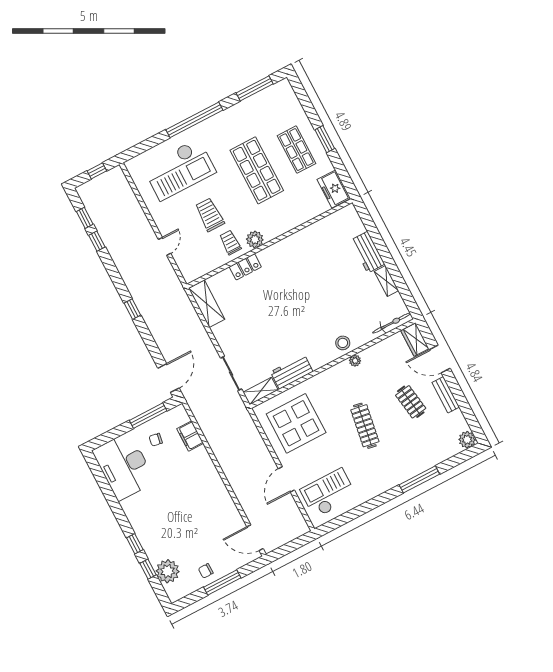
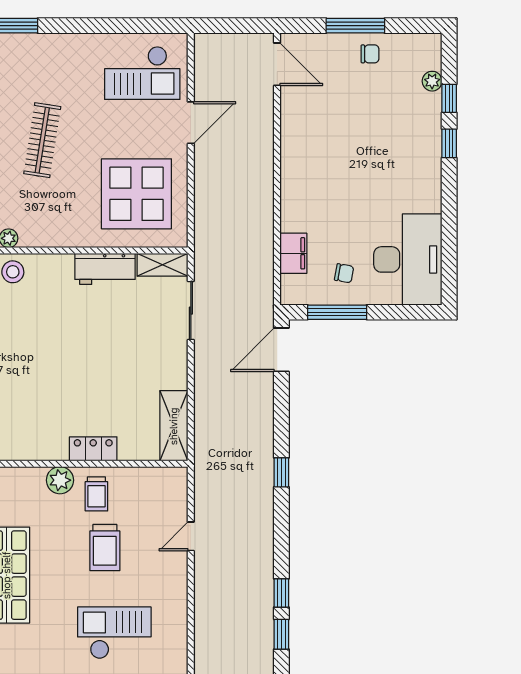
checkout: (179, 169) -> (114, 633), width x0.73, depth x0.83
plant: (168, 571) -> (432, 81), width x0.53, depth x0.53

